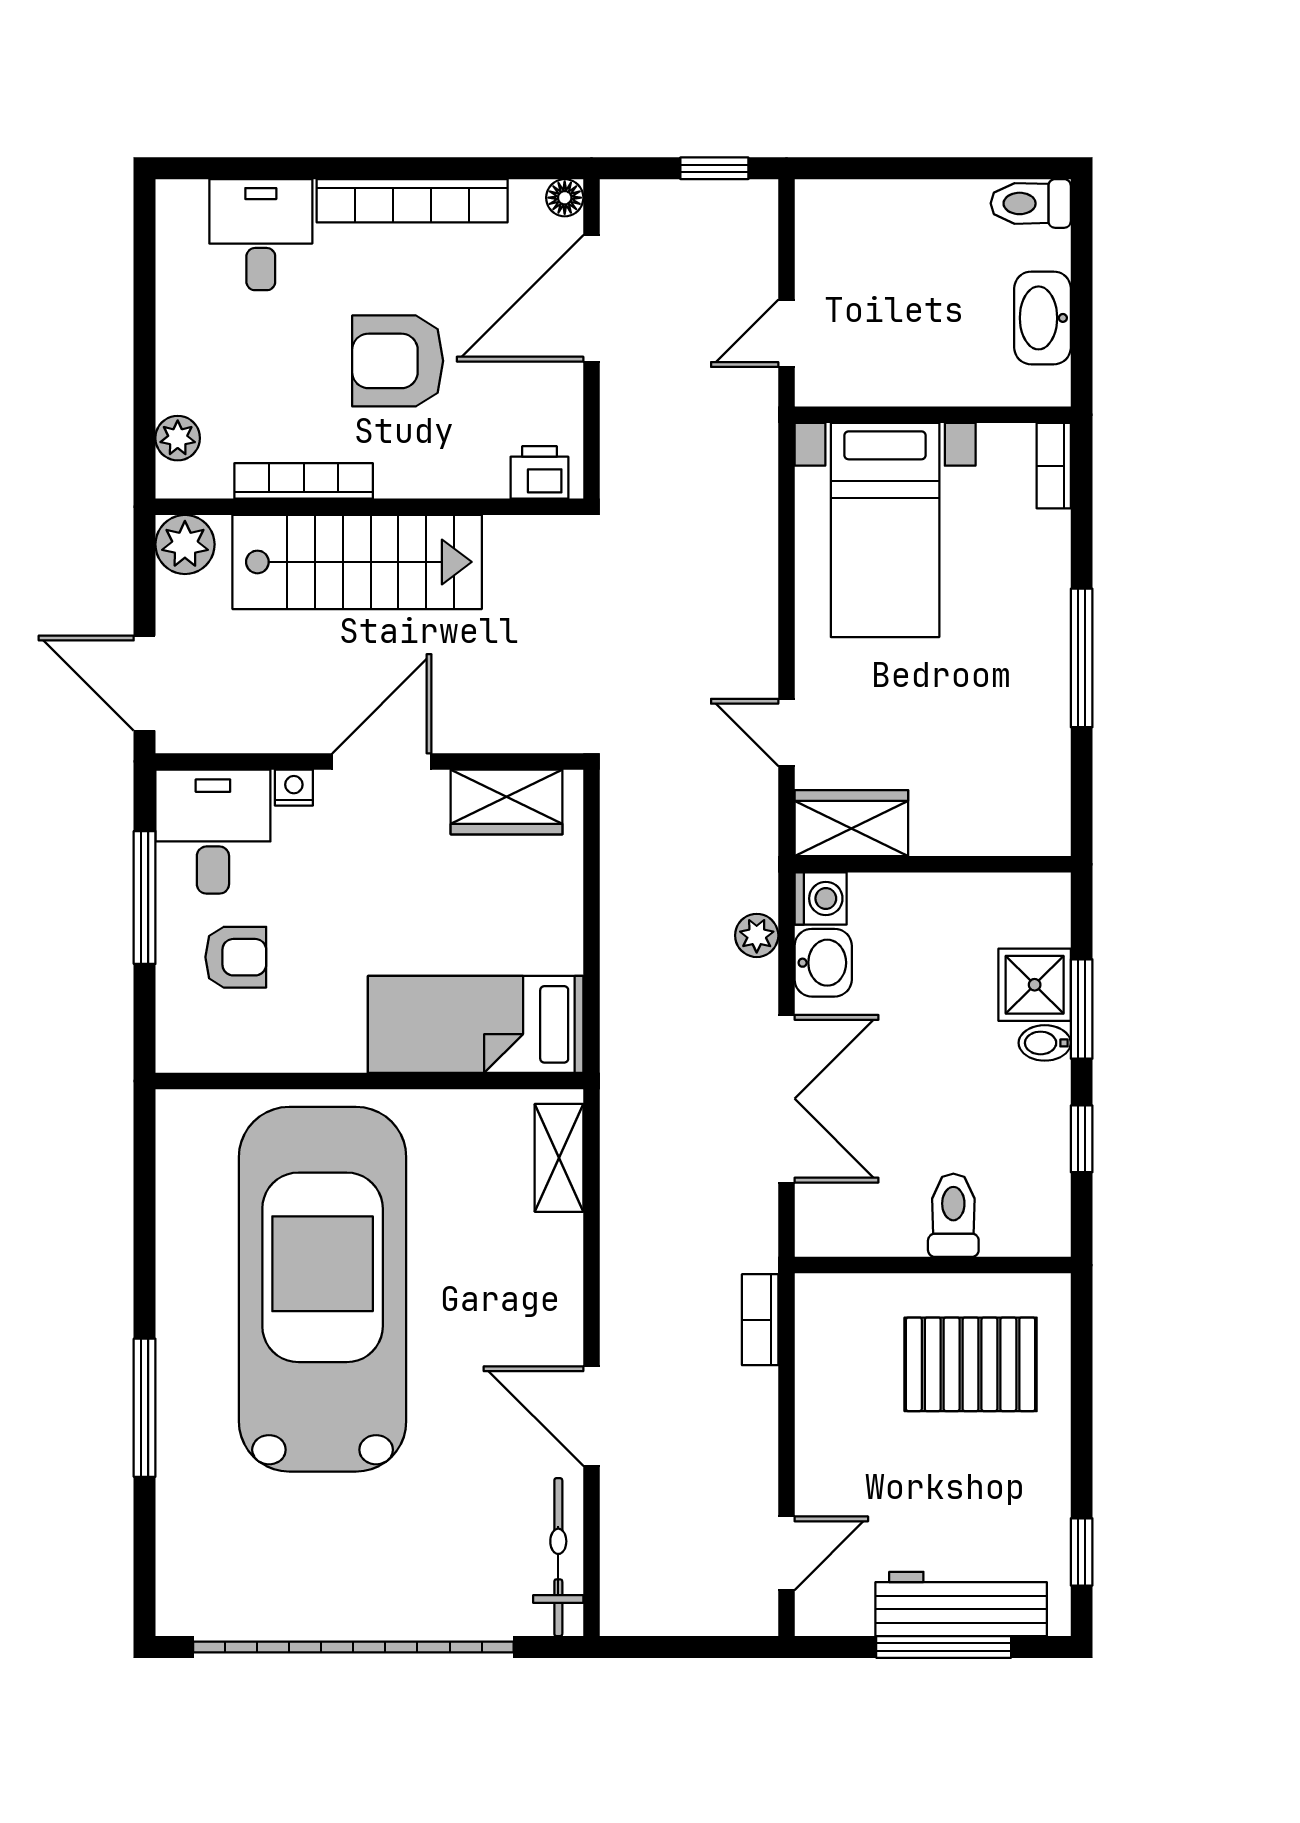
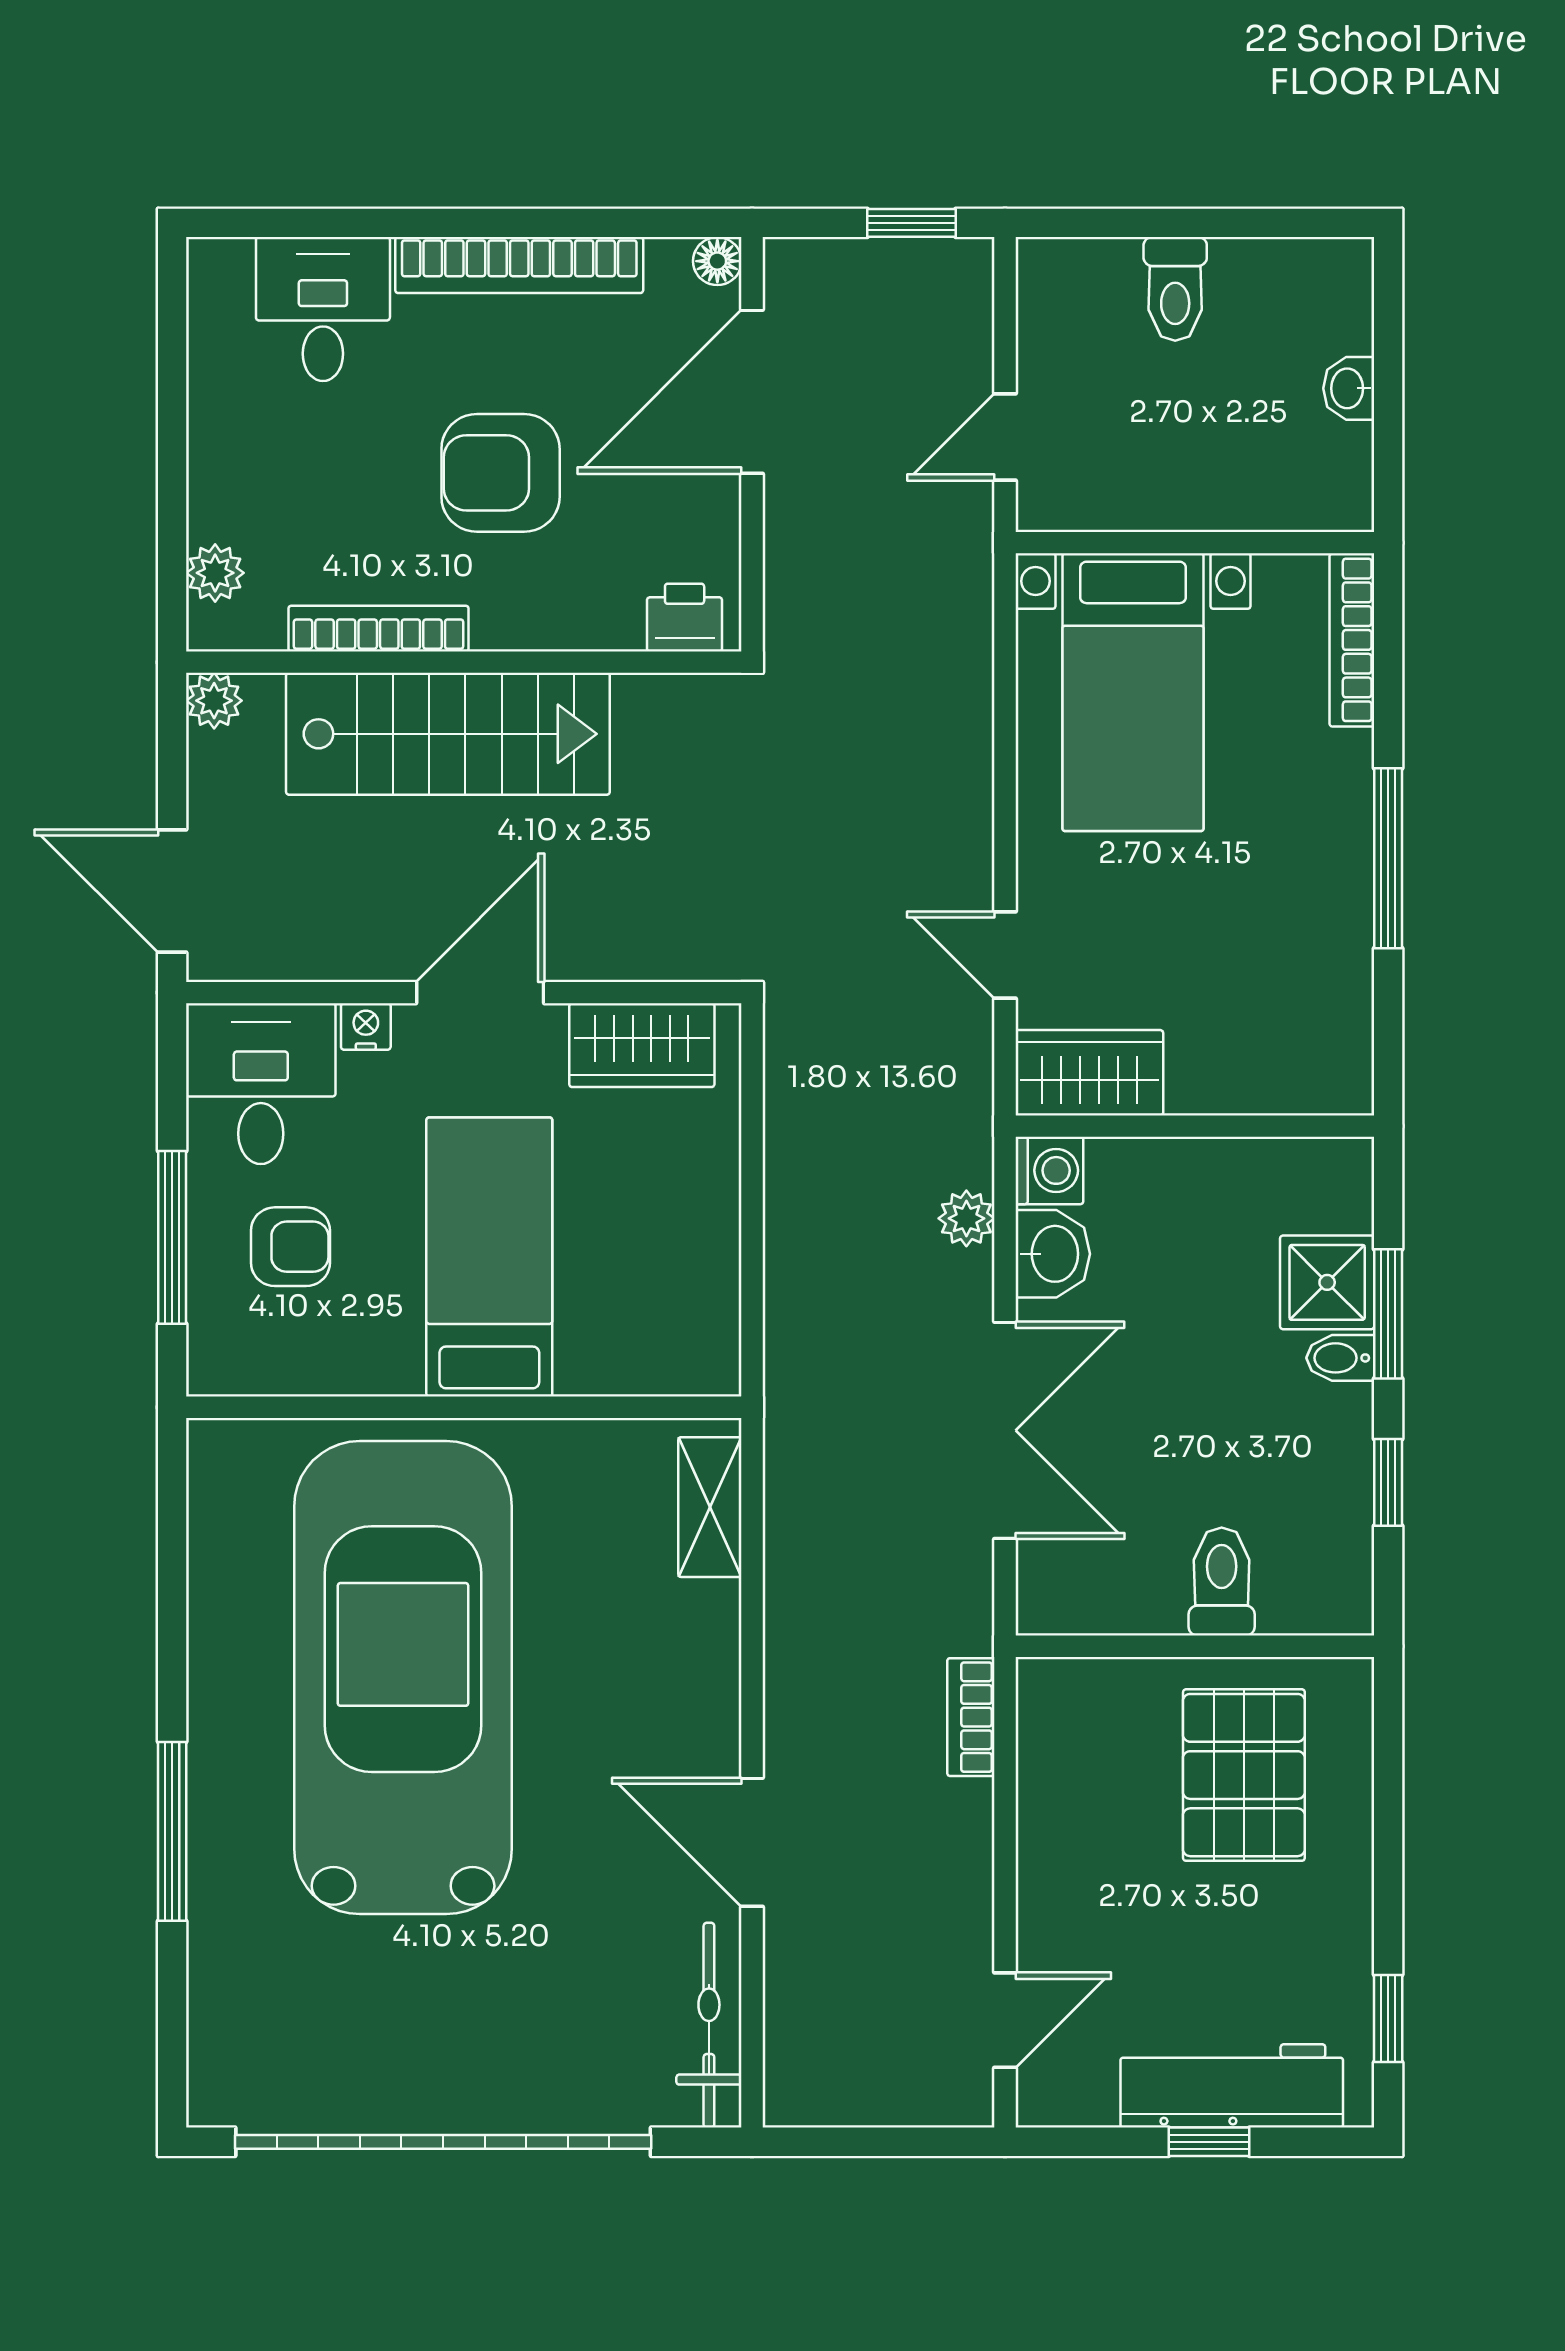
toilet: (1031, 203) -> (1175, 289), moved, turned -90
washbasin: (1042, 318) -> (1349, 388), width x0.52, depth x0.69
bookcase: (1054, 466) -> (1352, 640), width x1.56
plant: (185, 544) -> (214, 701), width x0.73, depth x0.73
window: (145, 897) -> (172, 1237), moved
bed: (476, 1024) -> (489, 1257), moved, turned 90
pallet: (971, 1364) -> (1244, 1775), turned 90
window: (944, 1647) -> (1209, 2142), width x0.46

